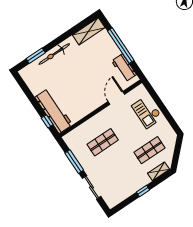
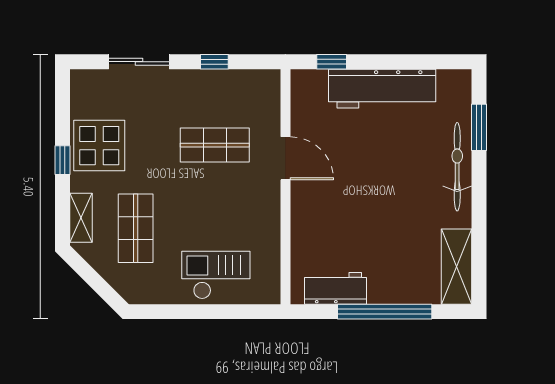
door: (116, 98) -> (285, 158), moved
workbench: (54, 111) -> (382, 89), moved
shop shelf: (103, 142) -> (215, 145), turned 90
window: (74, 162) -> (214, 62), width x0.46
display table: (129, 182) -> (99, 146), added

